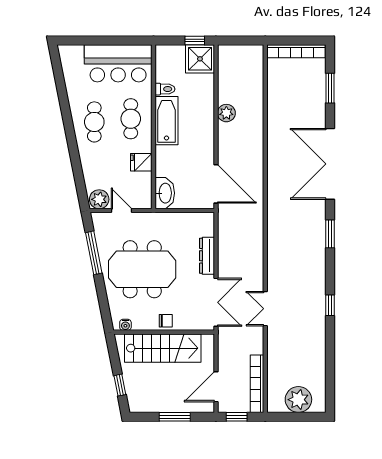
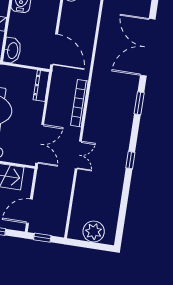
dresser: (207, 256) -> (41, 86), moved
double door: (265, 309) -> (78, 155), swing flipped
bookcase: (257, 384) -> (79, 103), moved

